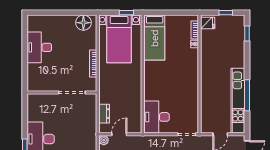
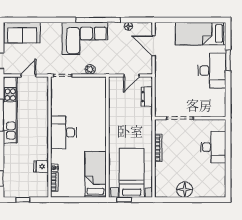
floor lamp: (83, 23) -> (185, 190), moved
fridge: (208, 23) -> (41, 166), moved
desk: (39, 47) -> (213, 147), moved
desk: (157, 117) -> (64, 132), moved, turned 180
plant: (104, 140) -> (90, 69), moved

